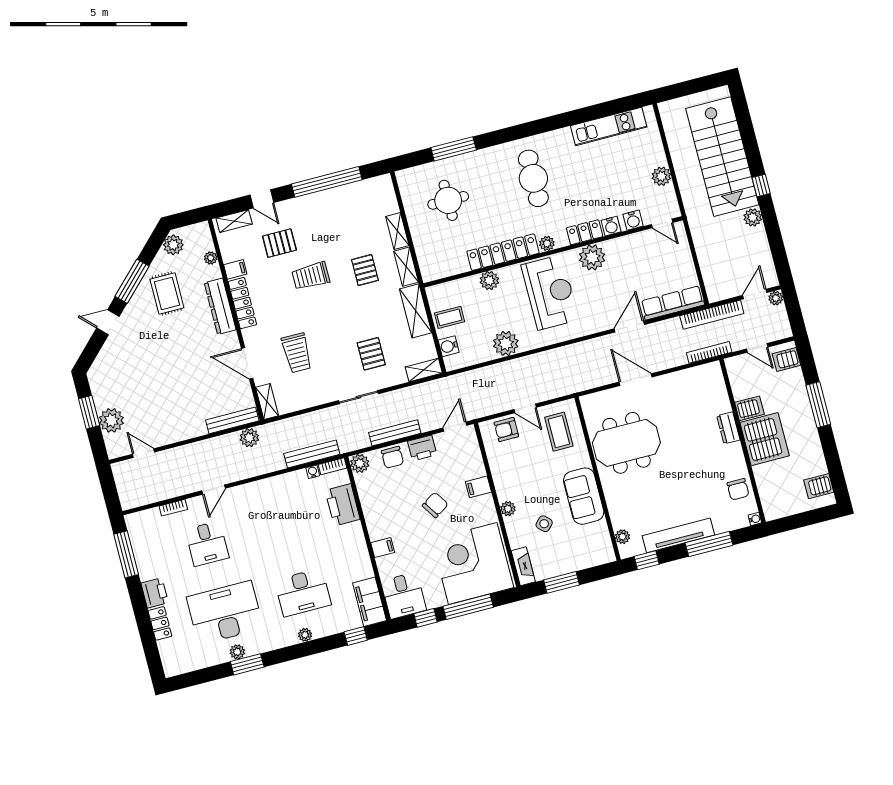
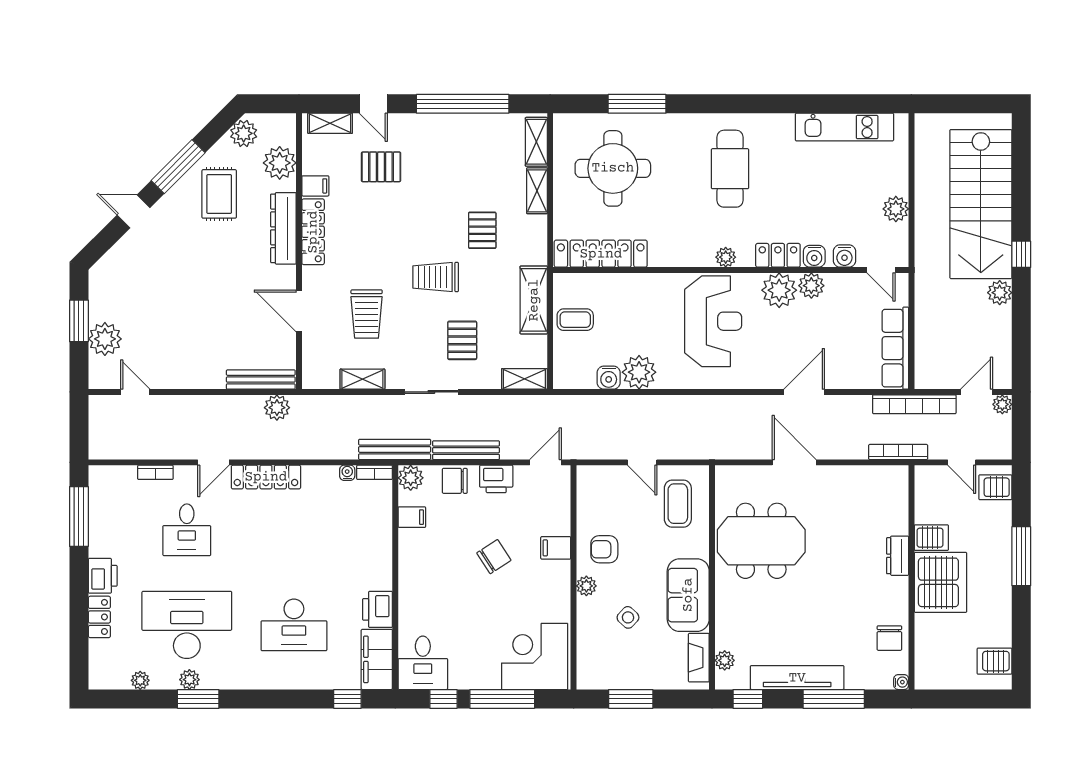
round table: (448, 200) -> (613, 168), width x1.36, depth x1.36
locker: (503, 252) -> (601, 254), moved
plant: (211, 258) -> (280, 163), width x1.87, depth x1.87
shelving: (406, 267) -> (536, 142), moved
trolley: (311, 276) -> (436, 277), moved
plant: (489, 280) -> (811, 286), moved
row of seats: (673, 303) -> (895, 348), moved, turned -90
water cooler: (449, 346) -> (609, 378), moved, turned -90
shelving: (267, 401) -> (362, 379), moved, turned 90
armchair: (506, 429) -> (604, 549), moved
bench: (312, 454) -> (395, 449), moved
chair: (392, 457) -> (455, 481), turned 90
locker: (255, 490) -> (266, 477), added
printer: (343, 505) -> (378, 609), moved, width x0.73, depth x0.84
filing cabinet: (383, 548) -> (412, 517), moved
corner desk: (473, 563) -> (535, 656), width x0.74, depth x0.74
fireplace: (523, 566) -> (699, 658), moved, turned 180
plant: (305, 635) -> (140, 680), moved

